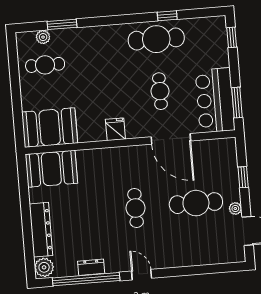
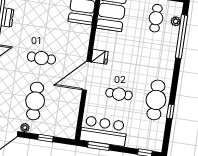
window: (62, 24) -> (181, 37), width x2.11
door: (171, 139) -> (87, 76), moved

